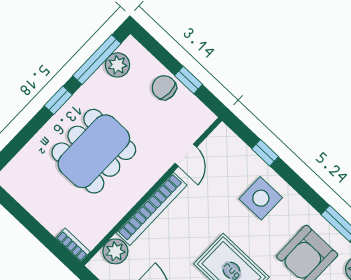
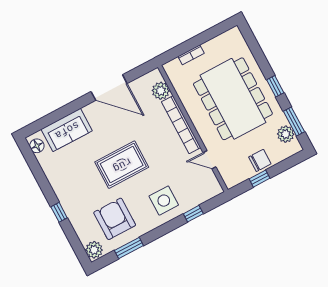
window: (97, 60) -> (294, 121), width x0.69
dining table: (94, 151) -> (233, 99), width x1.36, depth x1.24
bookcase: (73, 245) -> (191, 55), moved

